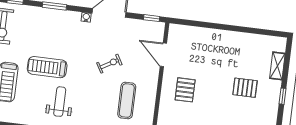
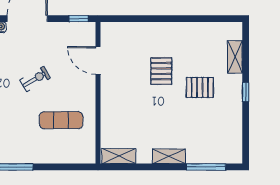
pallet: (185, 90) -> (161, 71), moved
exercise mat: (127, 100) -> (61, 120), turned 90

